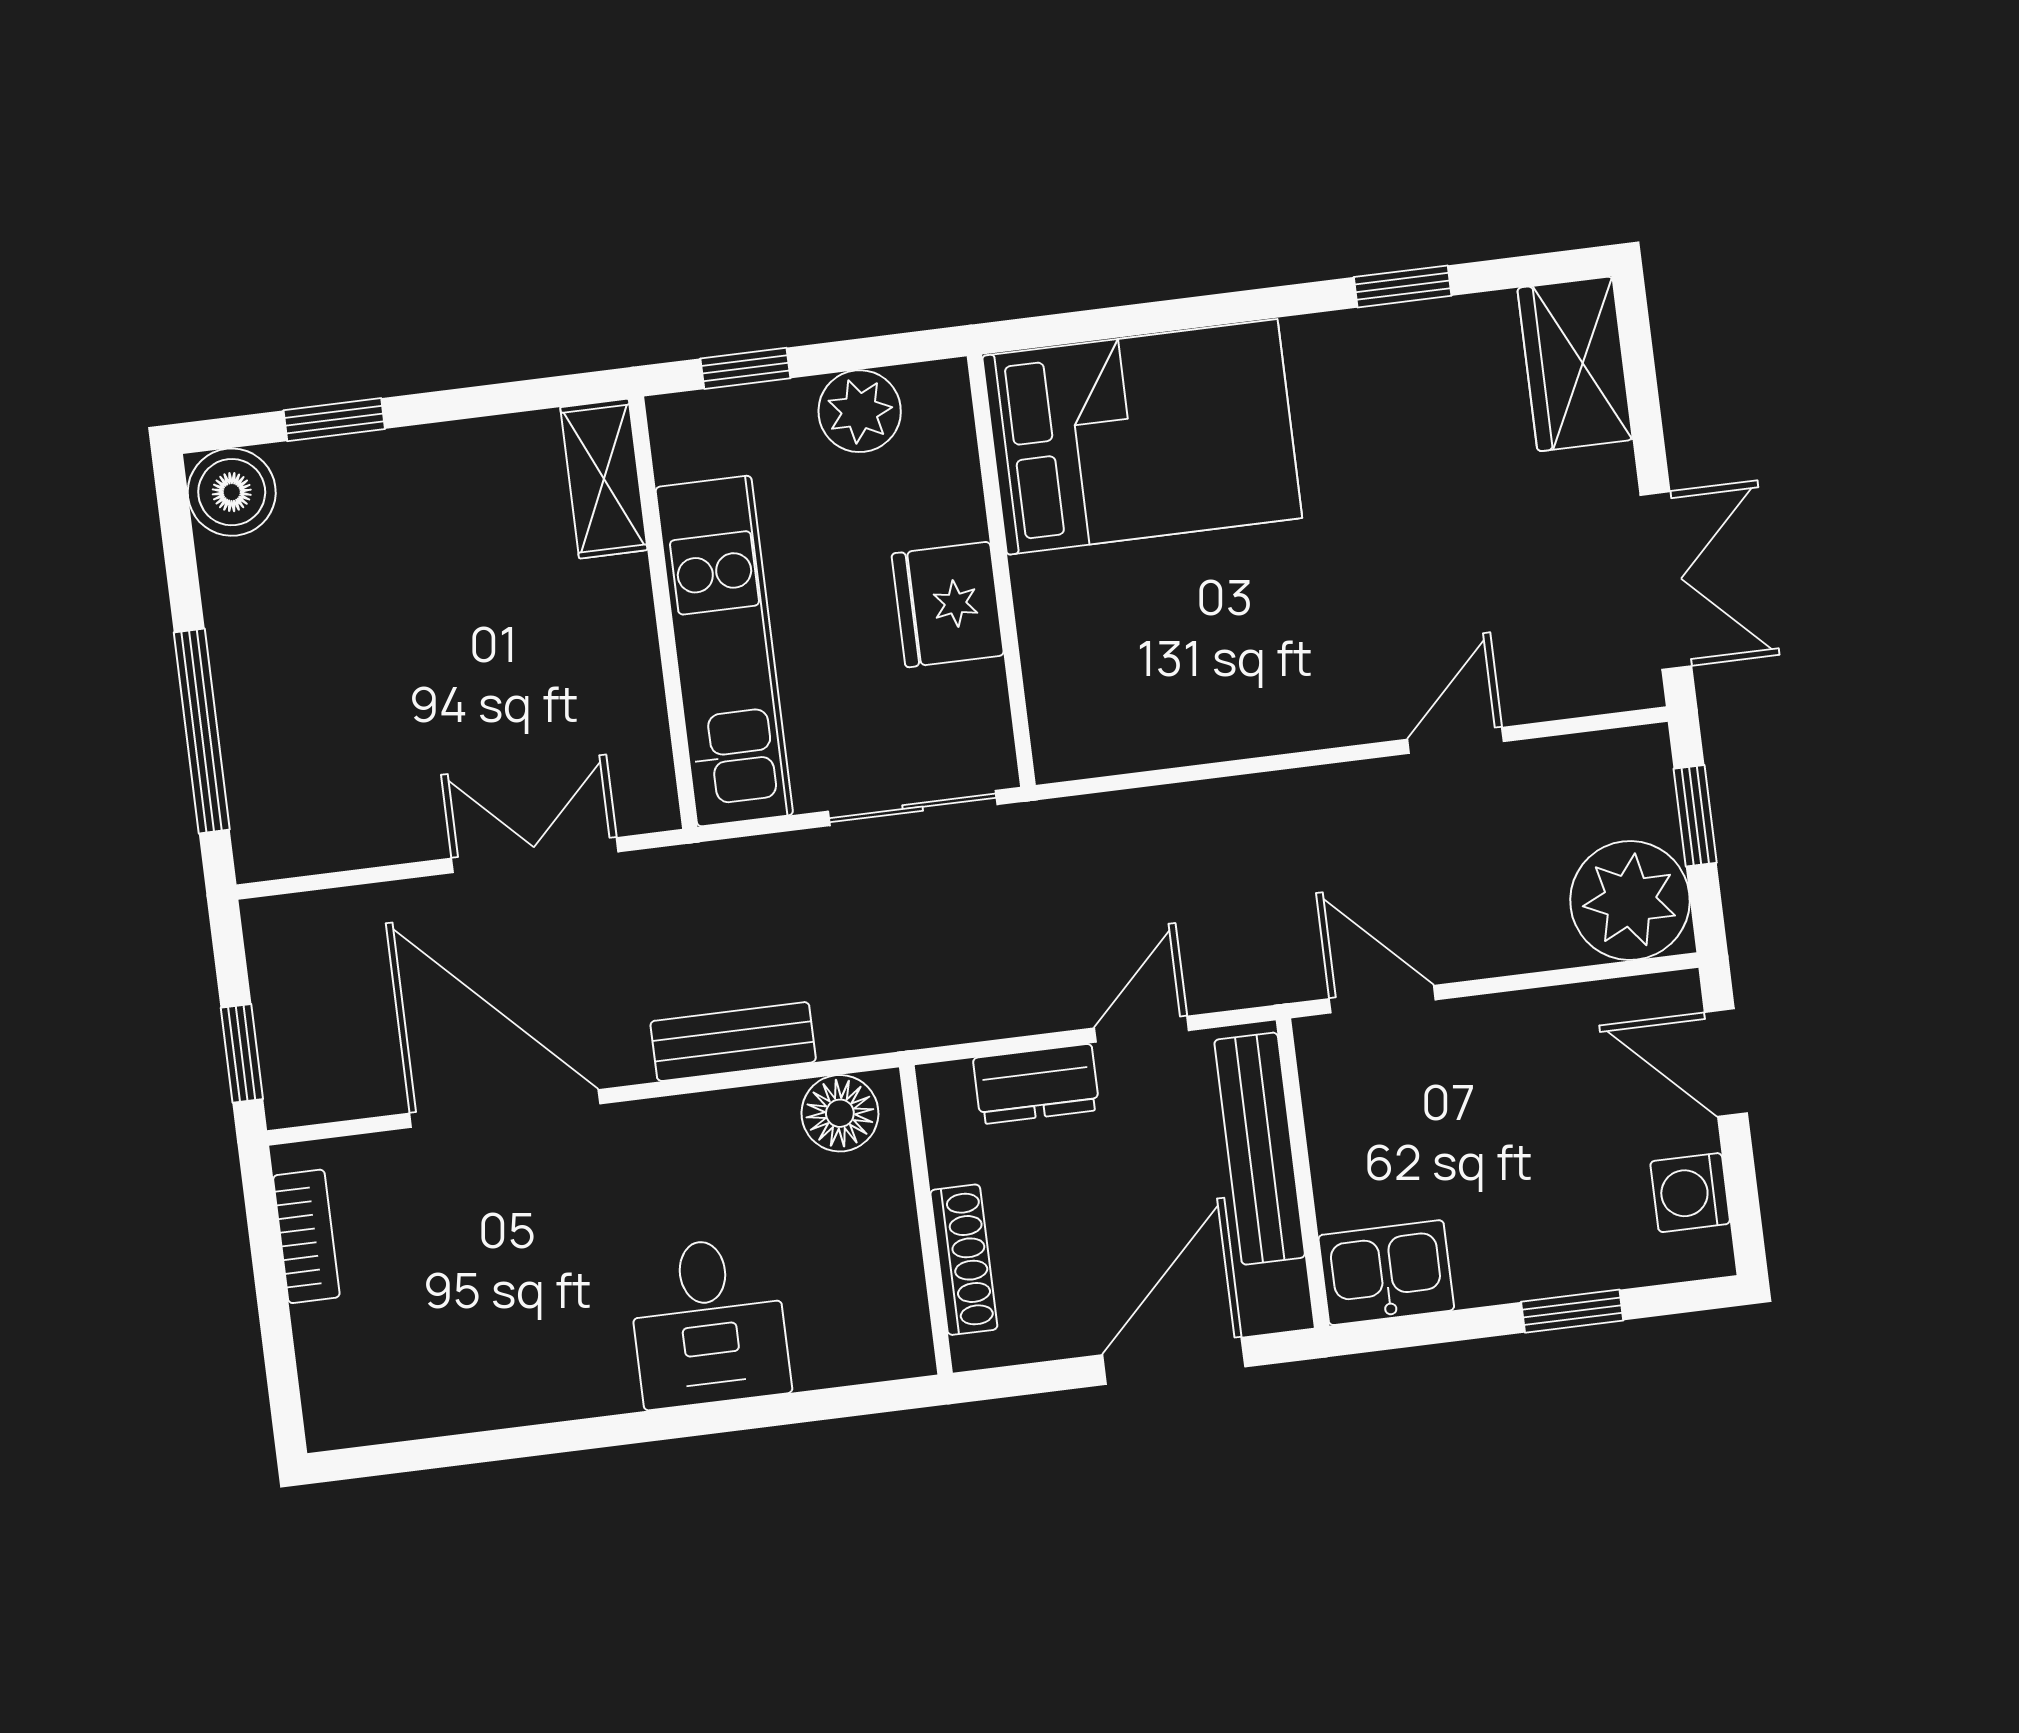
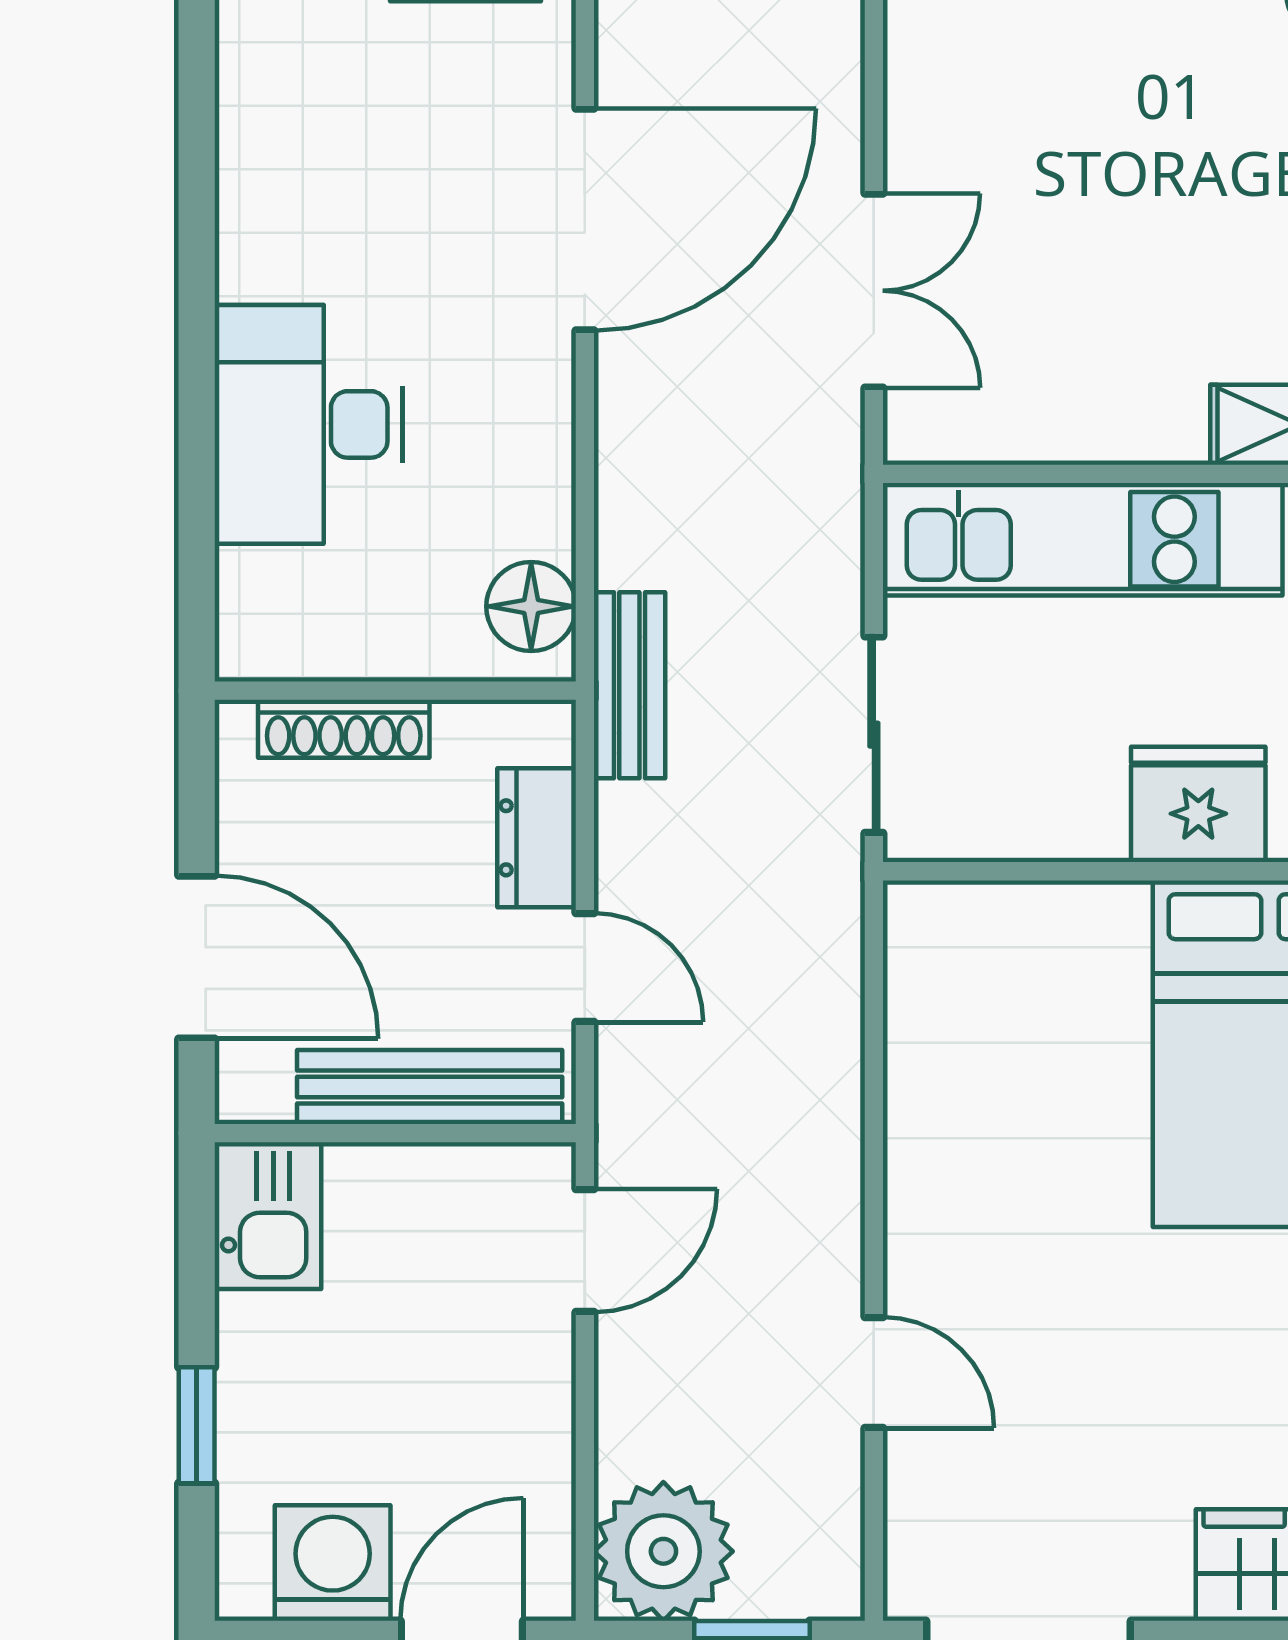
fridge: (948, 605) -> (1198, 804), moved
bench: (733, 1042) -> (629, 685), moved
washing machine: (1690, 1193) -> (333, 1563), width x1.38, depth x1.38
desk: (709, 1322) -> (309, 424), width x1.37

